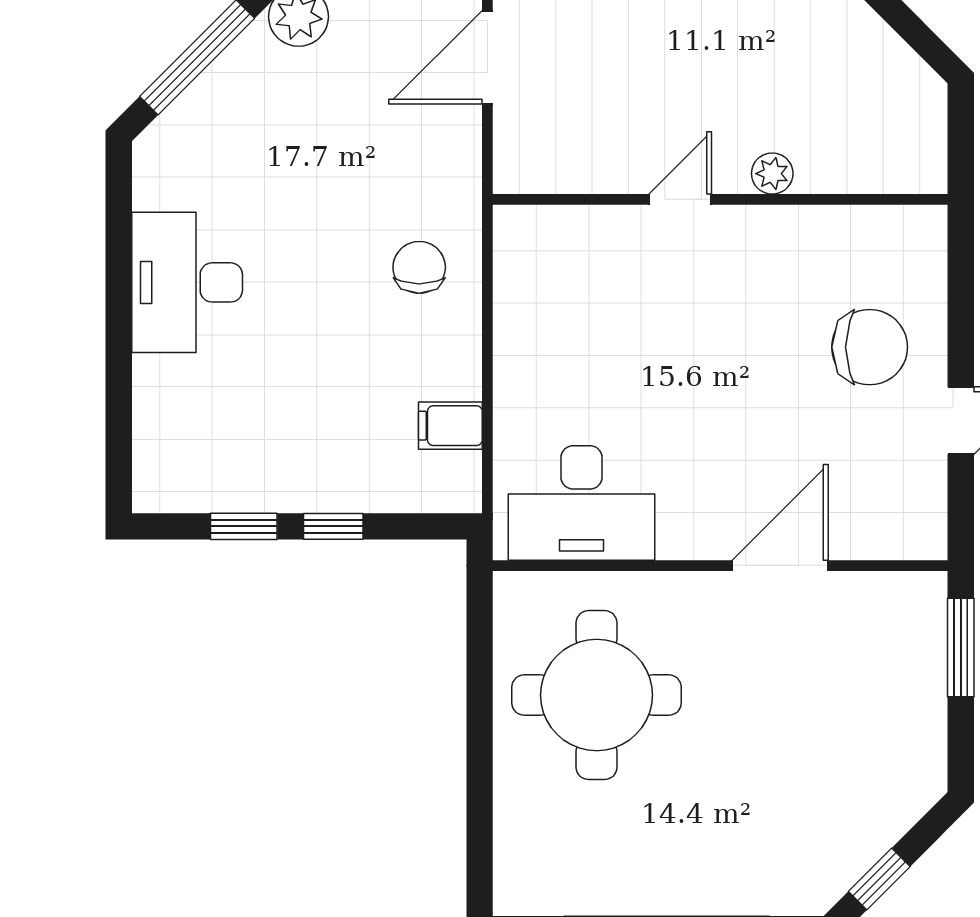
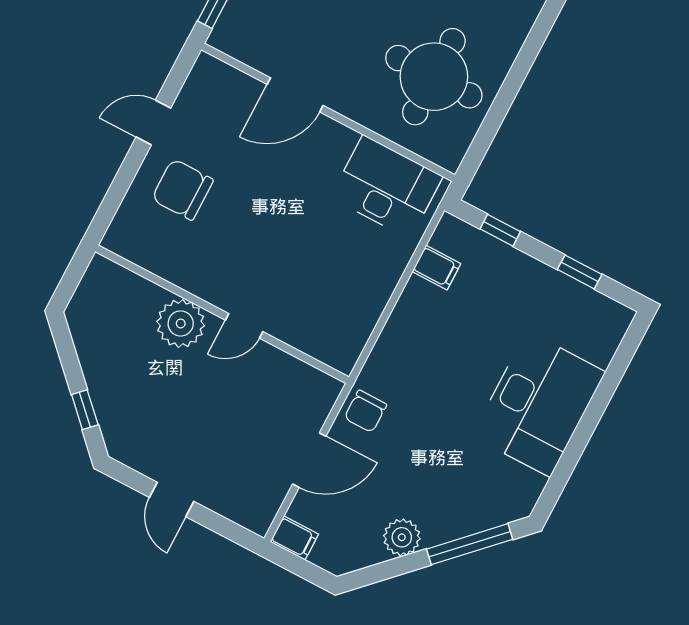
plant: (772, 174) -> (181, 323), width x1.87, depth x1.87
chair: (419, 267) -> (365, 411), moved
desk: (187, 282) -> (539, 404), width x1.36, depth x1.30
window: (333, 526) -> (500, 230), moved

